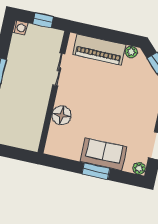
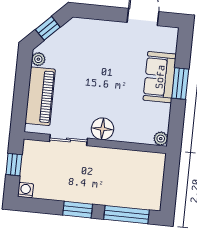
floor lamp: (62, 115) -> (102, 129), moved
plant: (139, 168) -> (161, 139), moved

